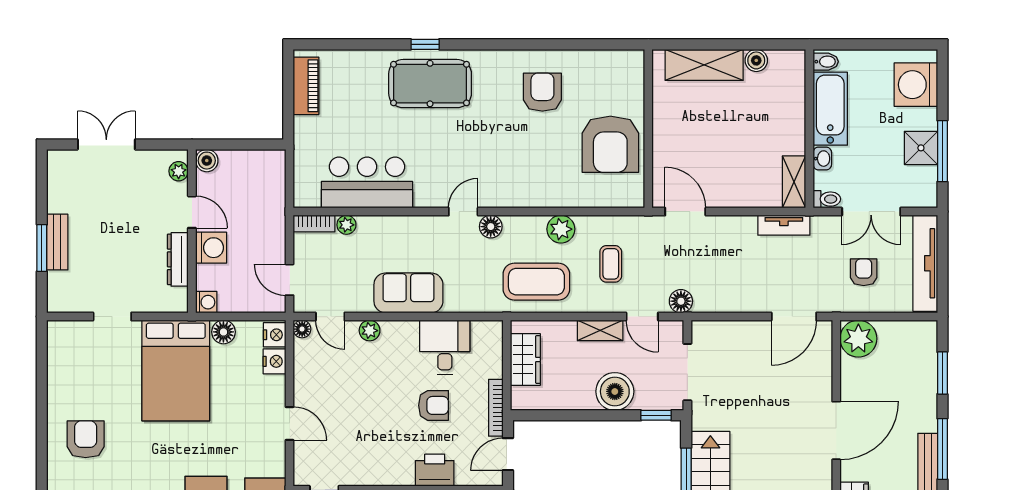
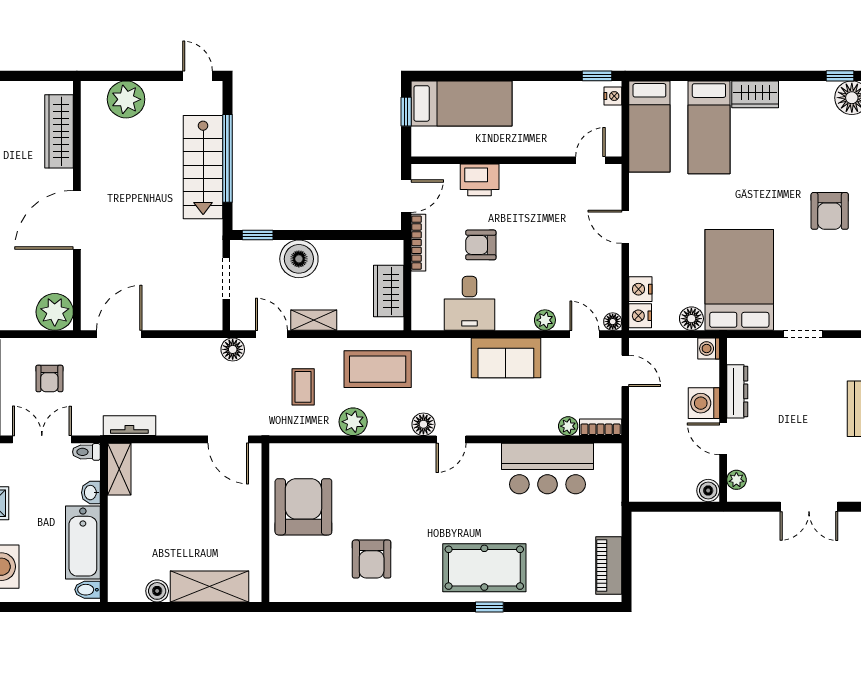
doorway: (687, 372) -> (226, 278), width x0.73

